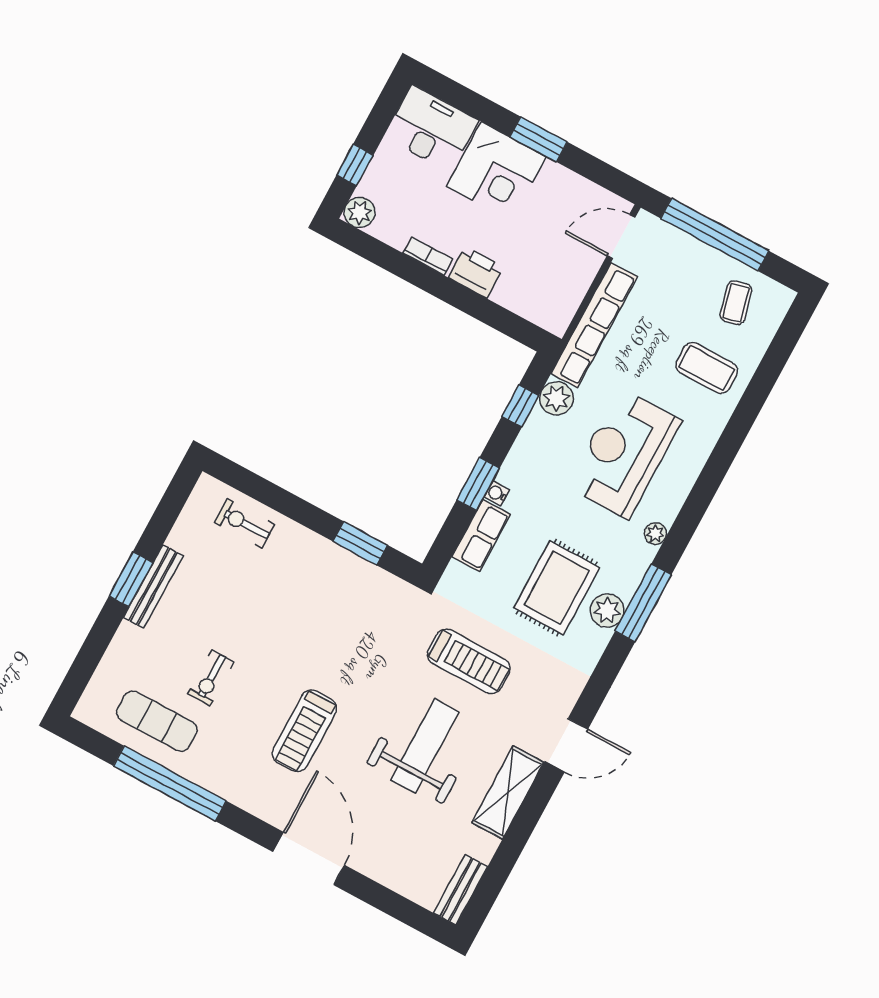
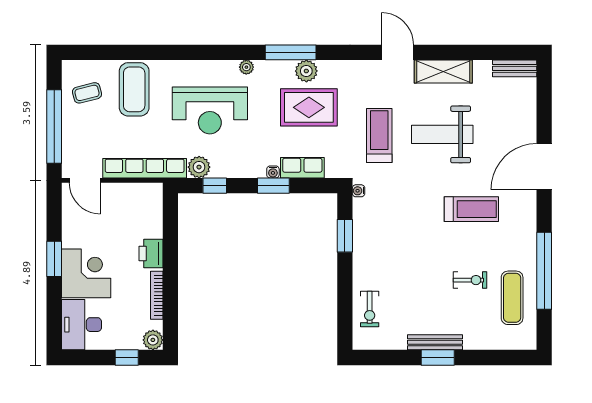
bookcase: (428, 256) -> (157, 295), width x1.56
coffee table: (707, 368) -> (134, 89), width x1.36, depth x1.32
water cooler: (410, 594) -> (359, 191), added

